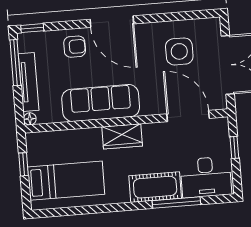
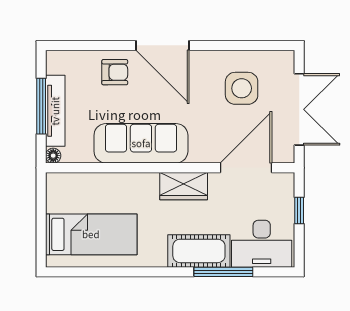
window: (32, 28) -> (65, 45), removed
window: (15, 63) -> (41, 106), moved
door: (188, 116) -> (246, 168), hinge flipped
wardrobe: (122, 136) -> (184, 186), moved
window: (24, 164) -> (41, 210), removed

